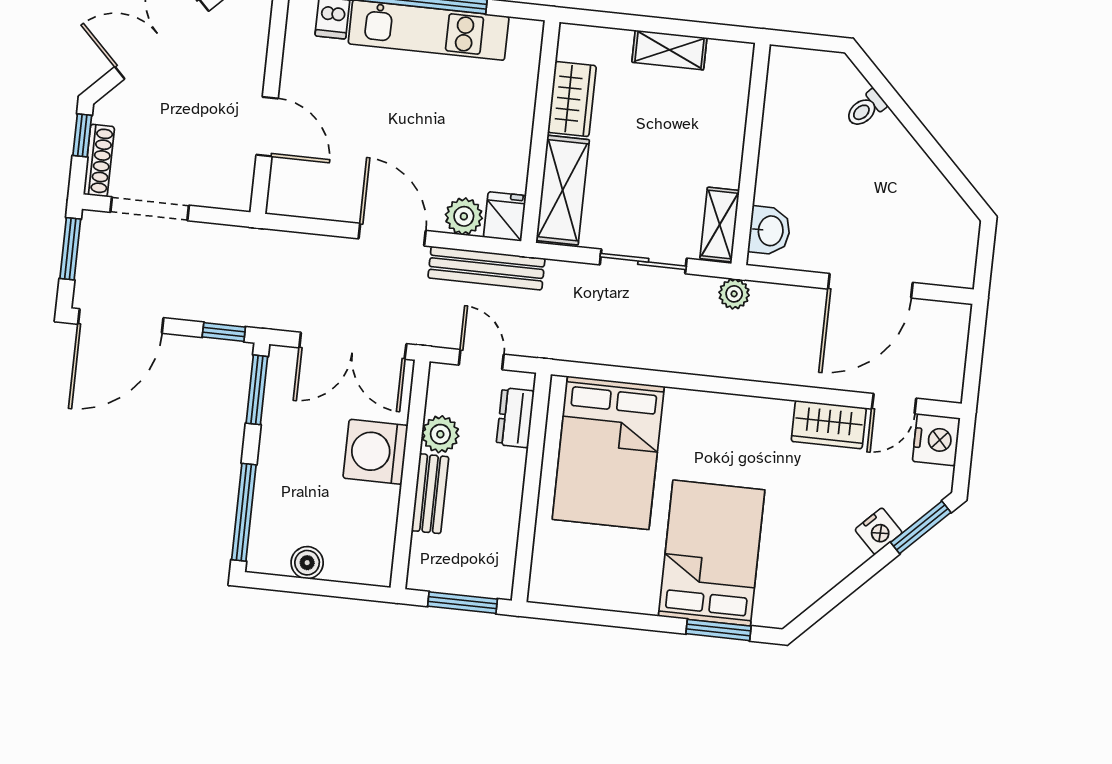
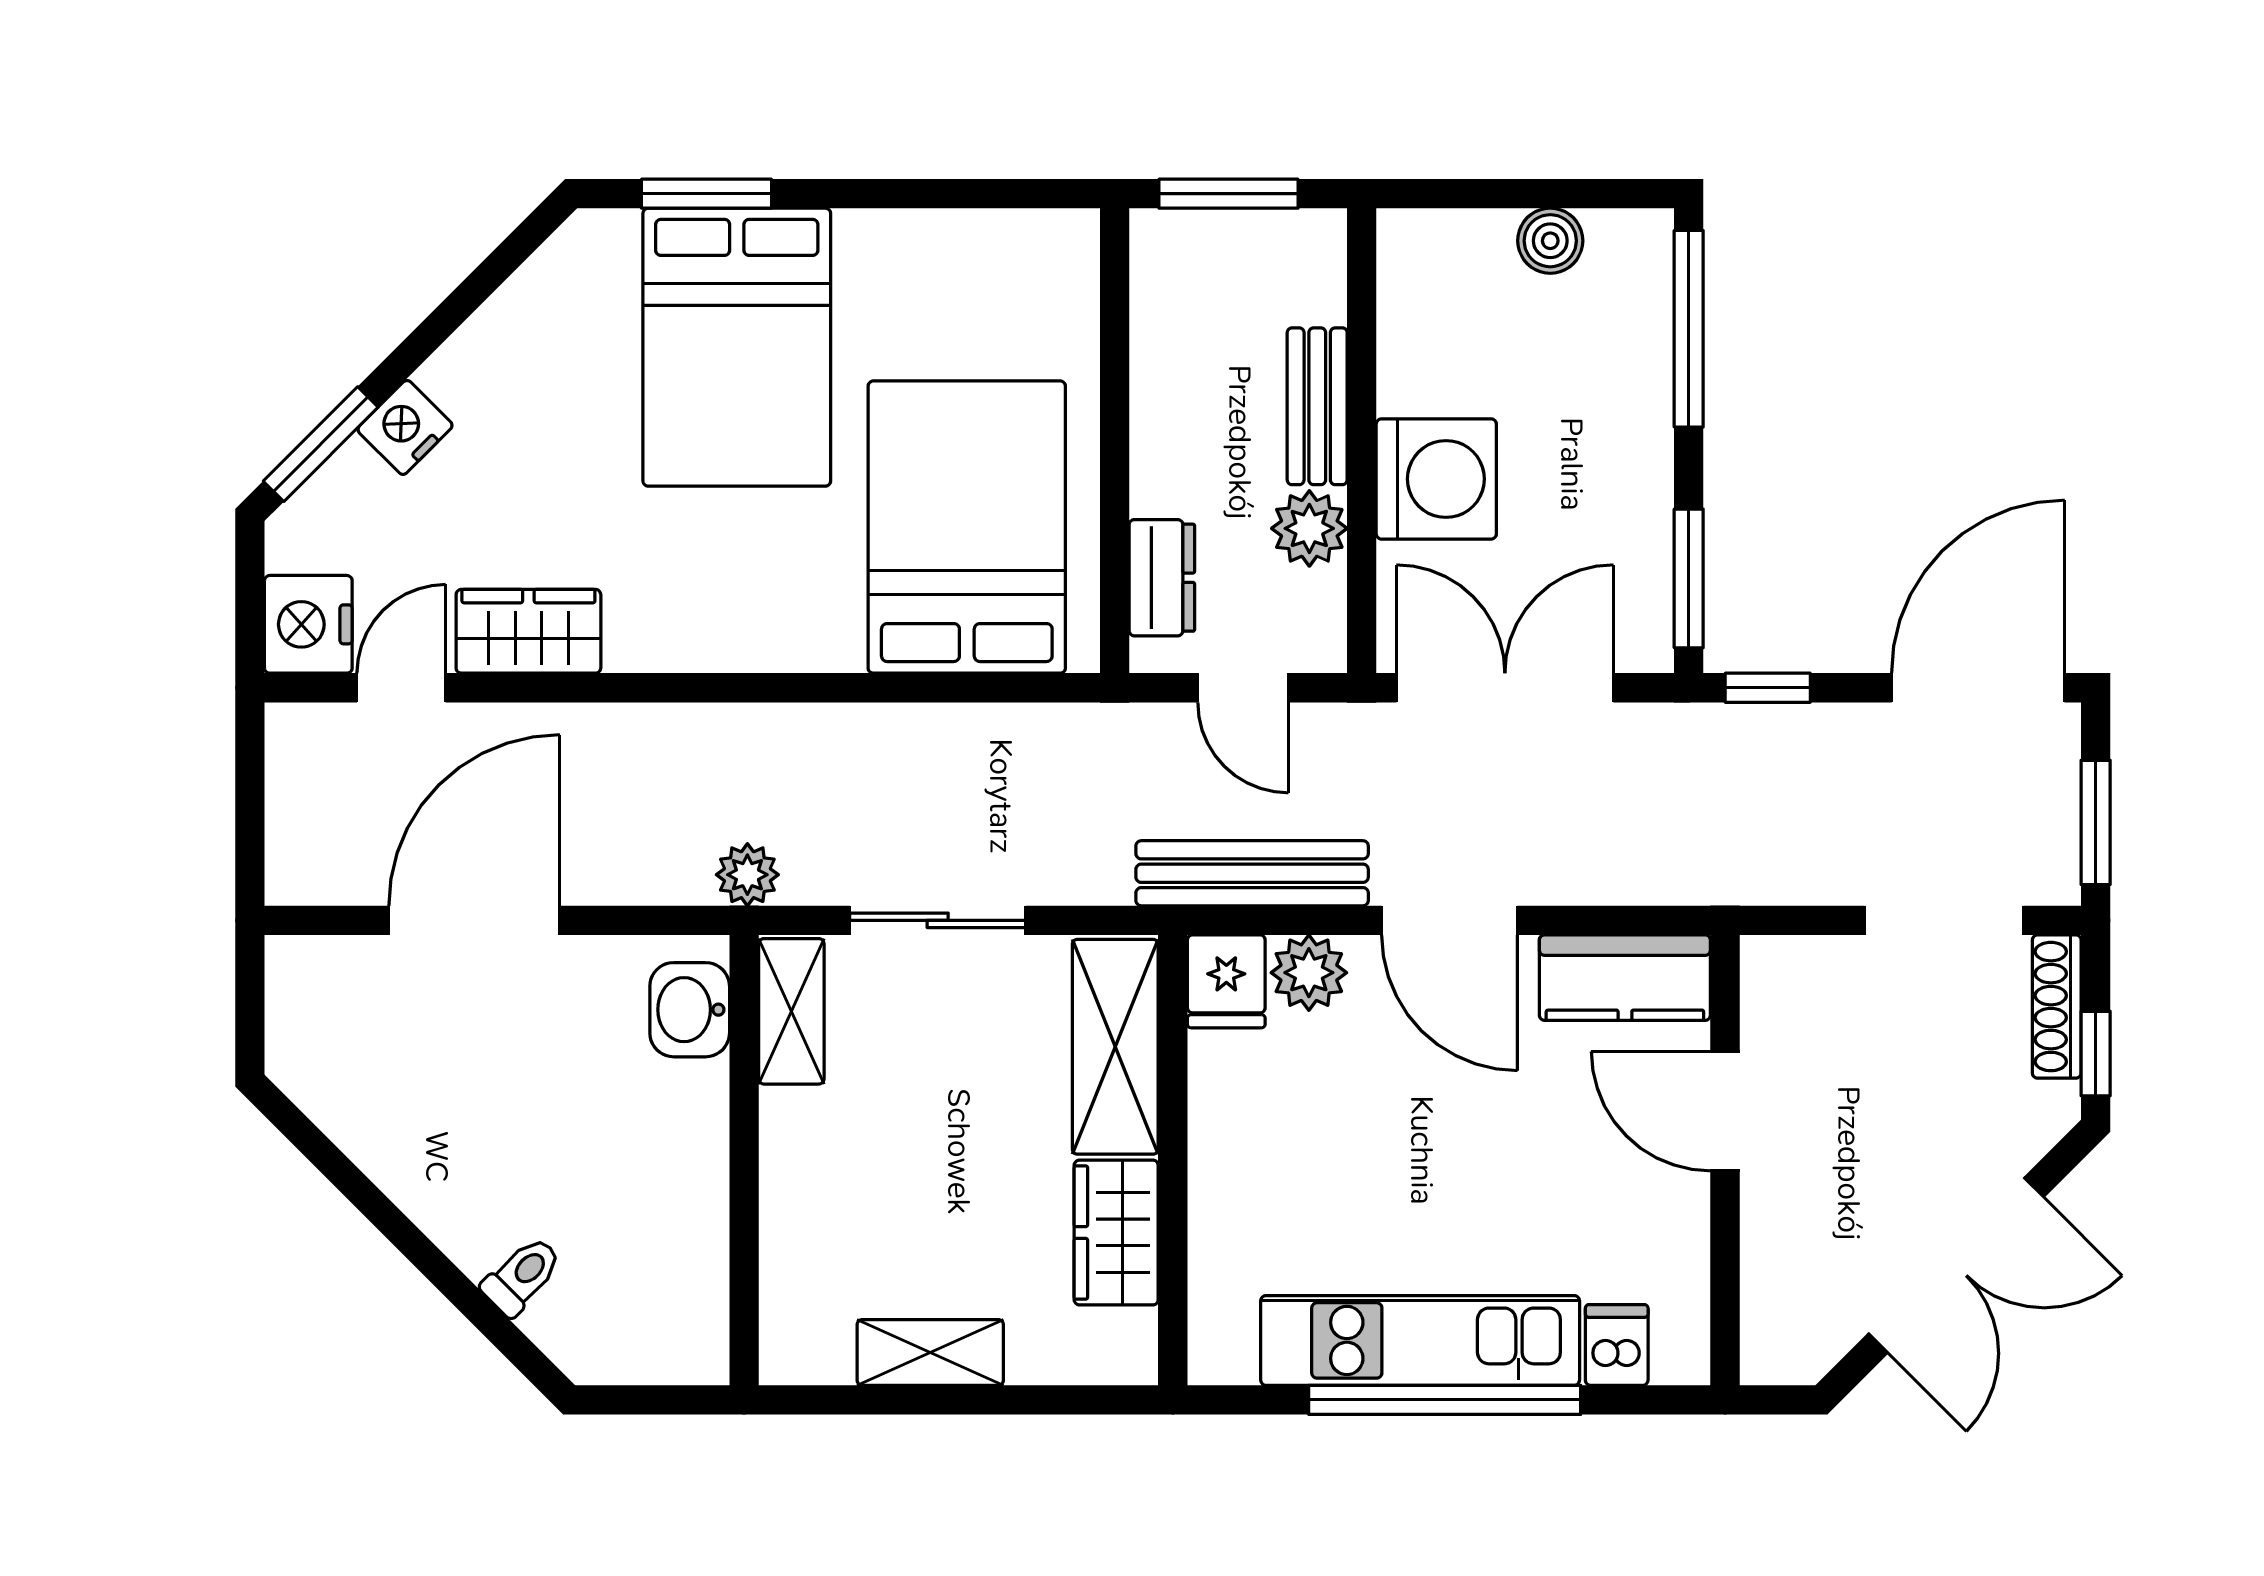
kitchen counter: (309, 197) -> (1625, 978), added

